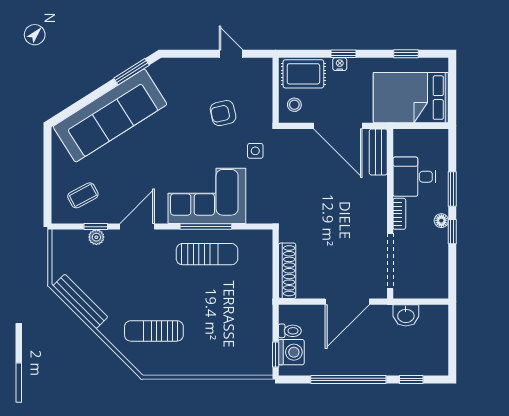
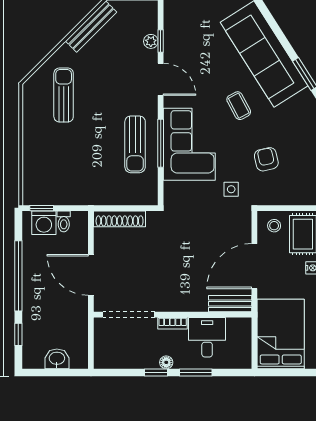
coffee table: (83, 195) -> (239, 106), moved
washbasin: (406, 315) -> (57, 359), moved, turned 90

